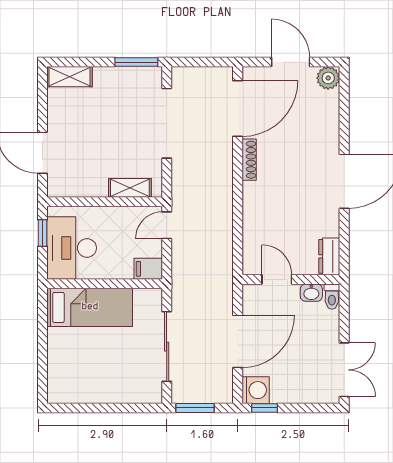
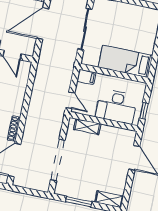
window: (136, 62) -> (79, 202), moved
door: (167, 225) -> (70, 100), hinge flipped
desk: (72, 248) -> (116, 106), moved, turned 90

